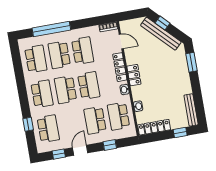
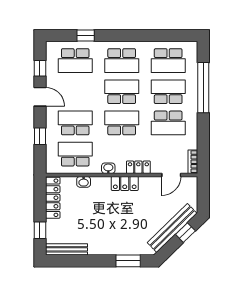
locker: (120, 67) -> (138, 167), width x0.66
school desk: (89, 86) -> (122, 123), turned 180

